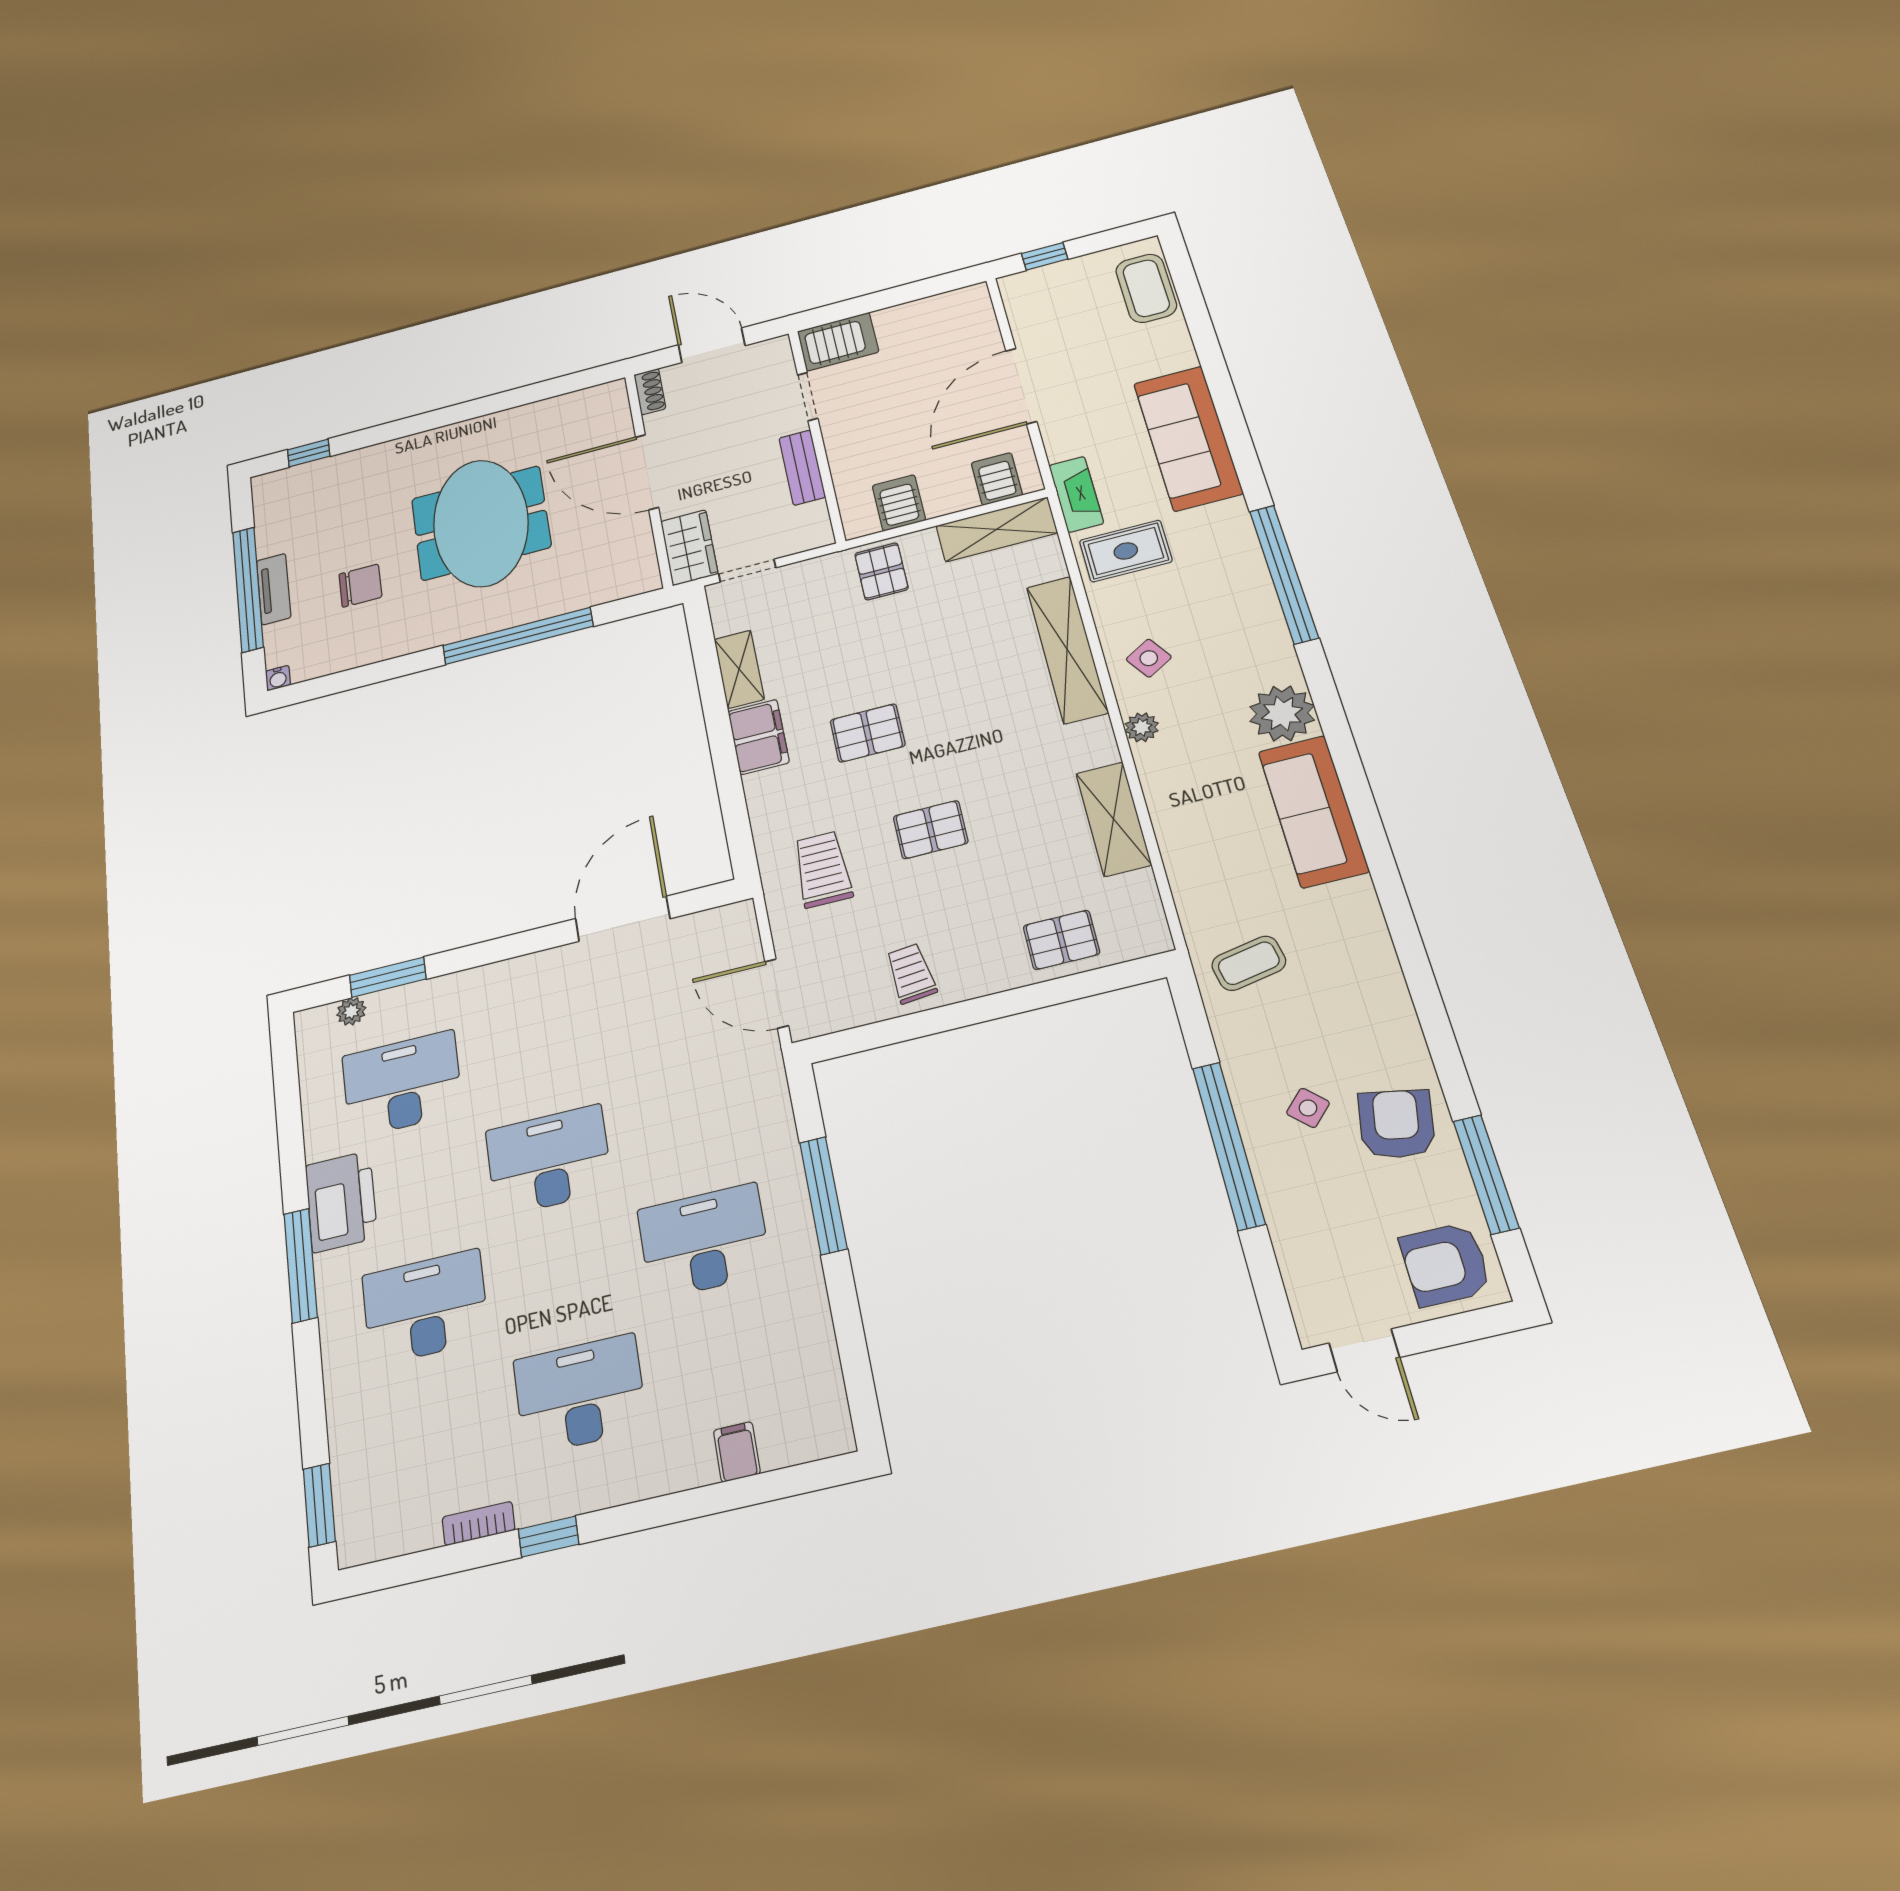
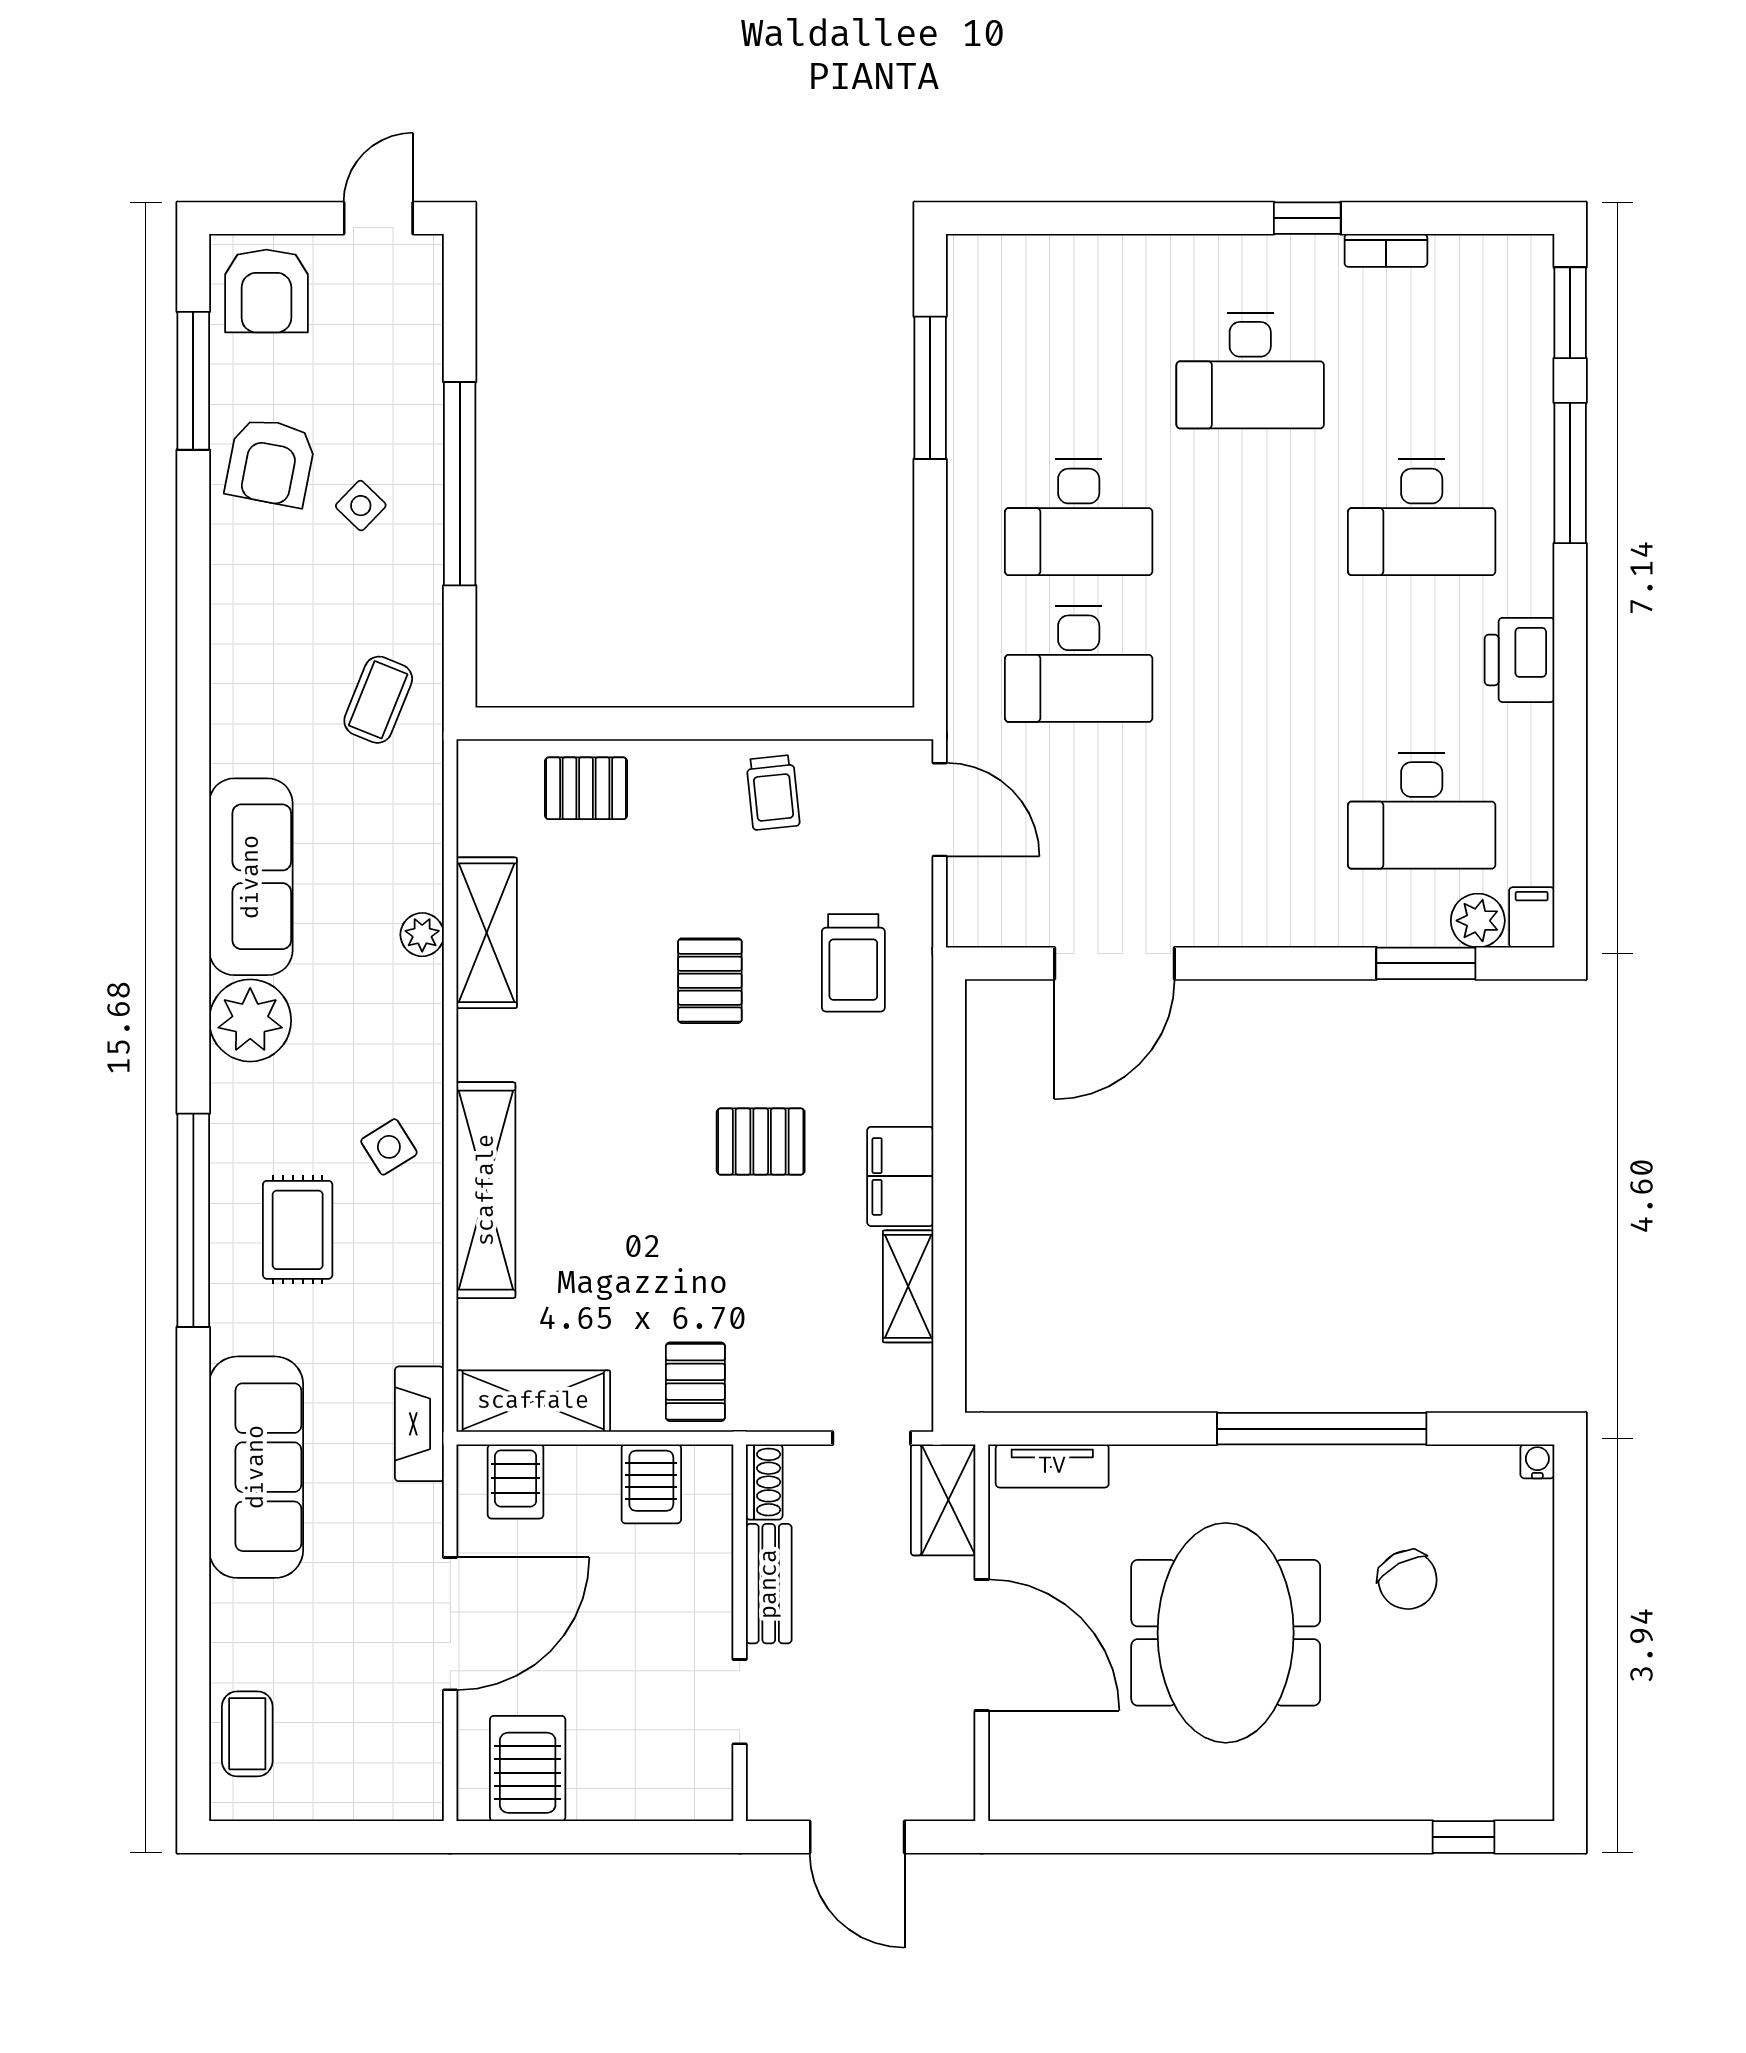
window: (1045, 256) -> (369, 1837), removed
coffee table: (1146, 288) -> (247, 1734), width x0.73, depth x0.77
server rack: (838, 342) -> (528, 1769), moved, turned 90
shoe rack: (650, 392) -> (764, 1482), moved, turned 180
rug: (1126, 551) -> (298, 1230), moved, turned 90
chair: (360, 586) -> (1408, 1580), turned -118
window: (248, 589) -> (1570, 1624), removed
tv unit: (274, 589) -> (1052, 1466), moved, turned -90
window: (518, 636) -> (1322, 1429), moved
plant: (1142, 727) -> (422, 935), moved
pallet: (931, 830) -> (710, 981), turned 90
coffee table: (1249, 963) -> (378, 700), turned -57
plant: (351, 1011) -> (1478, 921), width x1.38, depth x1.38
desk: (549, 1160) -> (1079, 664), moved
window: (823, 1195) -> (930, 388), moved
printer: (341, 1201) -> (1520, 660), width x0.73, depth x0.84
armchair: (1445, 1264) -> (266, 291), turned 90
window: (301, 1265) -> (1570, 473), moved
door: (1364, 1350) -> (378, 218), hinge flipped
filing cabinet: (737, 1452) -> (1532, 917), moved, turned 180

